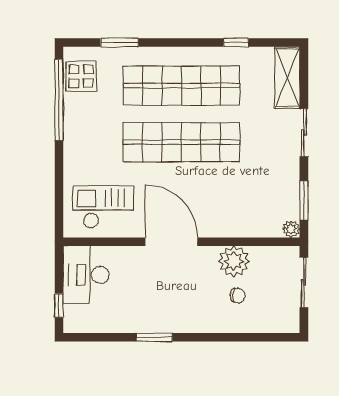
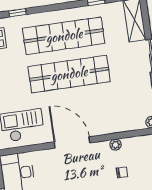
window: (120, 42) -> (18, 13), width x0.67
plant: (234, 261) -> (116, 145), width x0.53, depth x0.53

